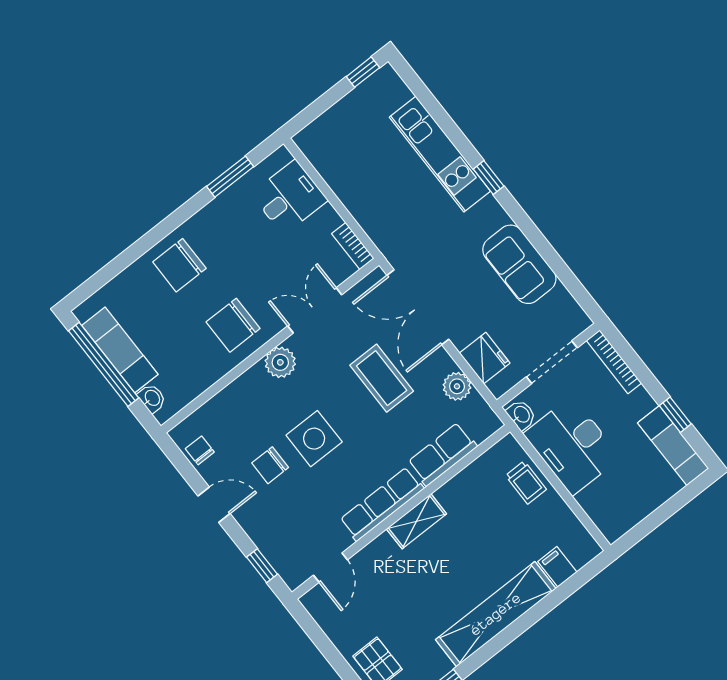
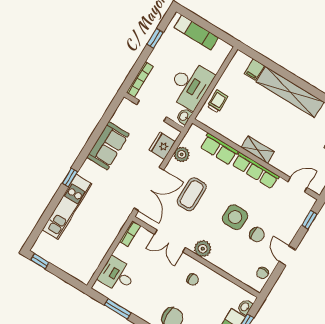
chair: (233, 325) -> (193, 280), width x0.54, depth x0.54
exam couch: (673, 446) -> (196, 32), moved, turned 90

